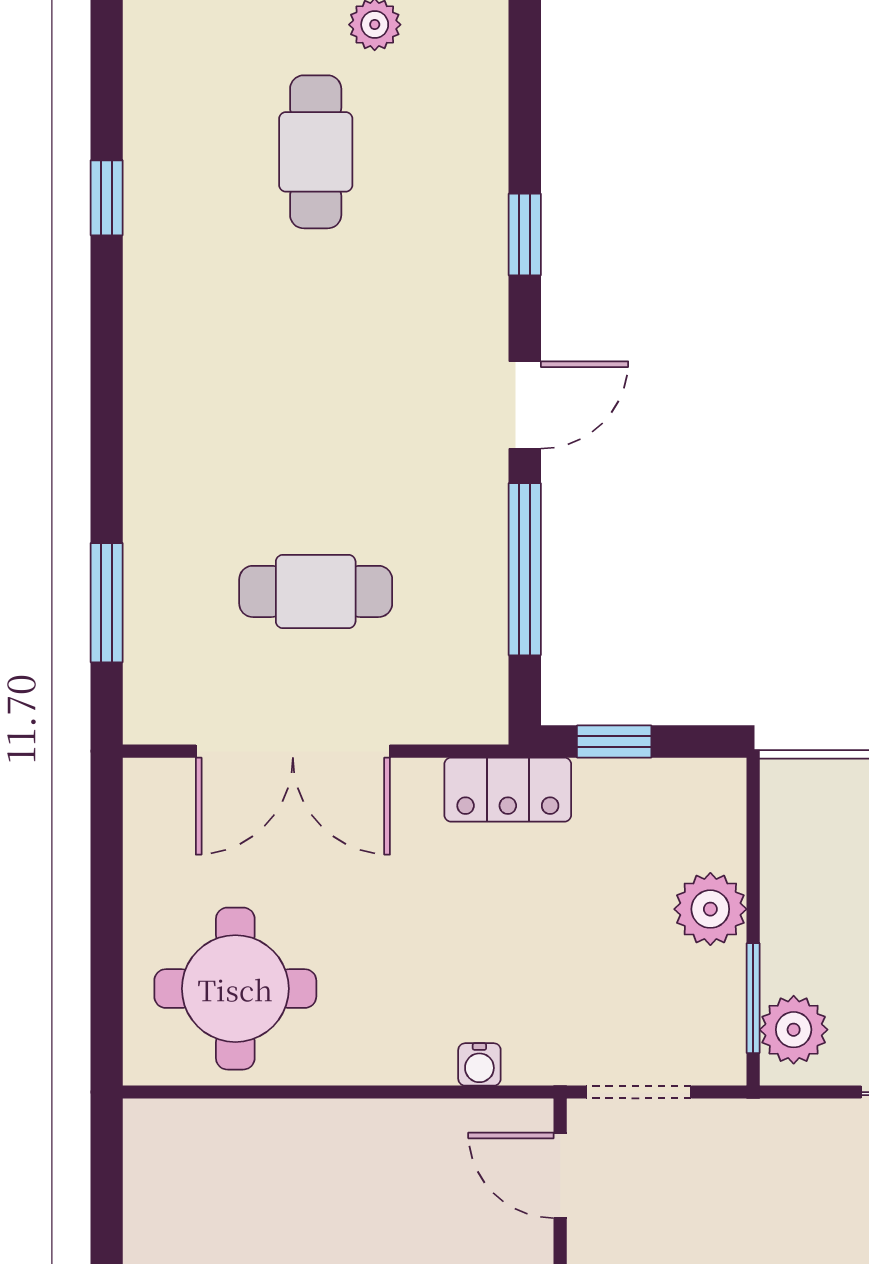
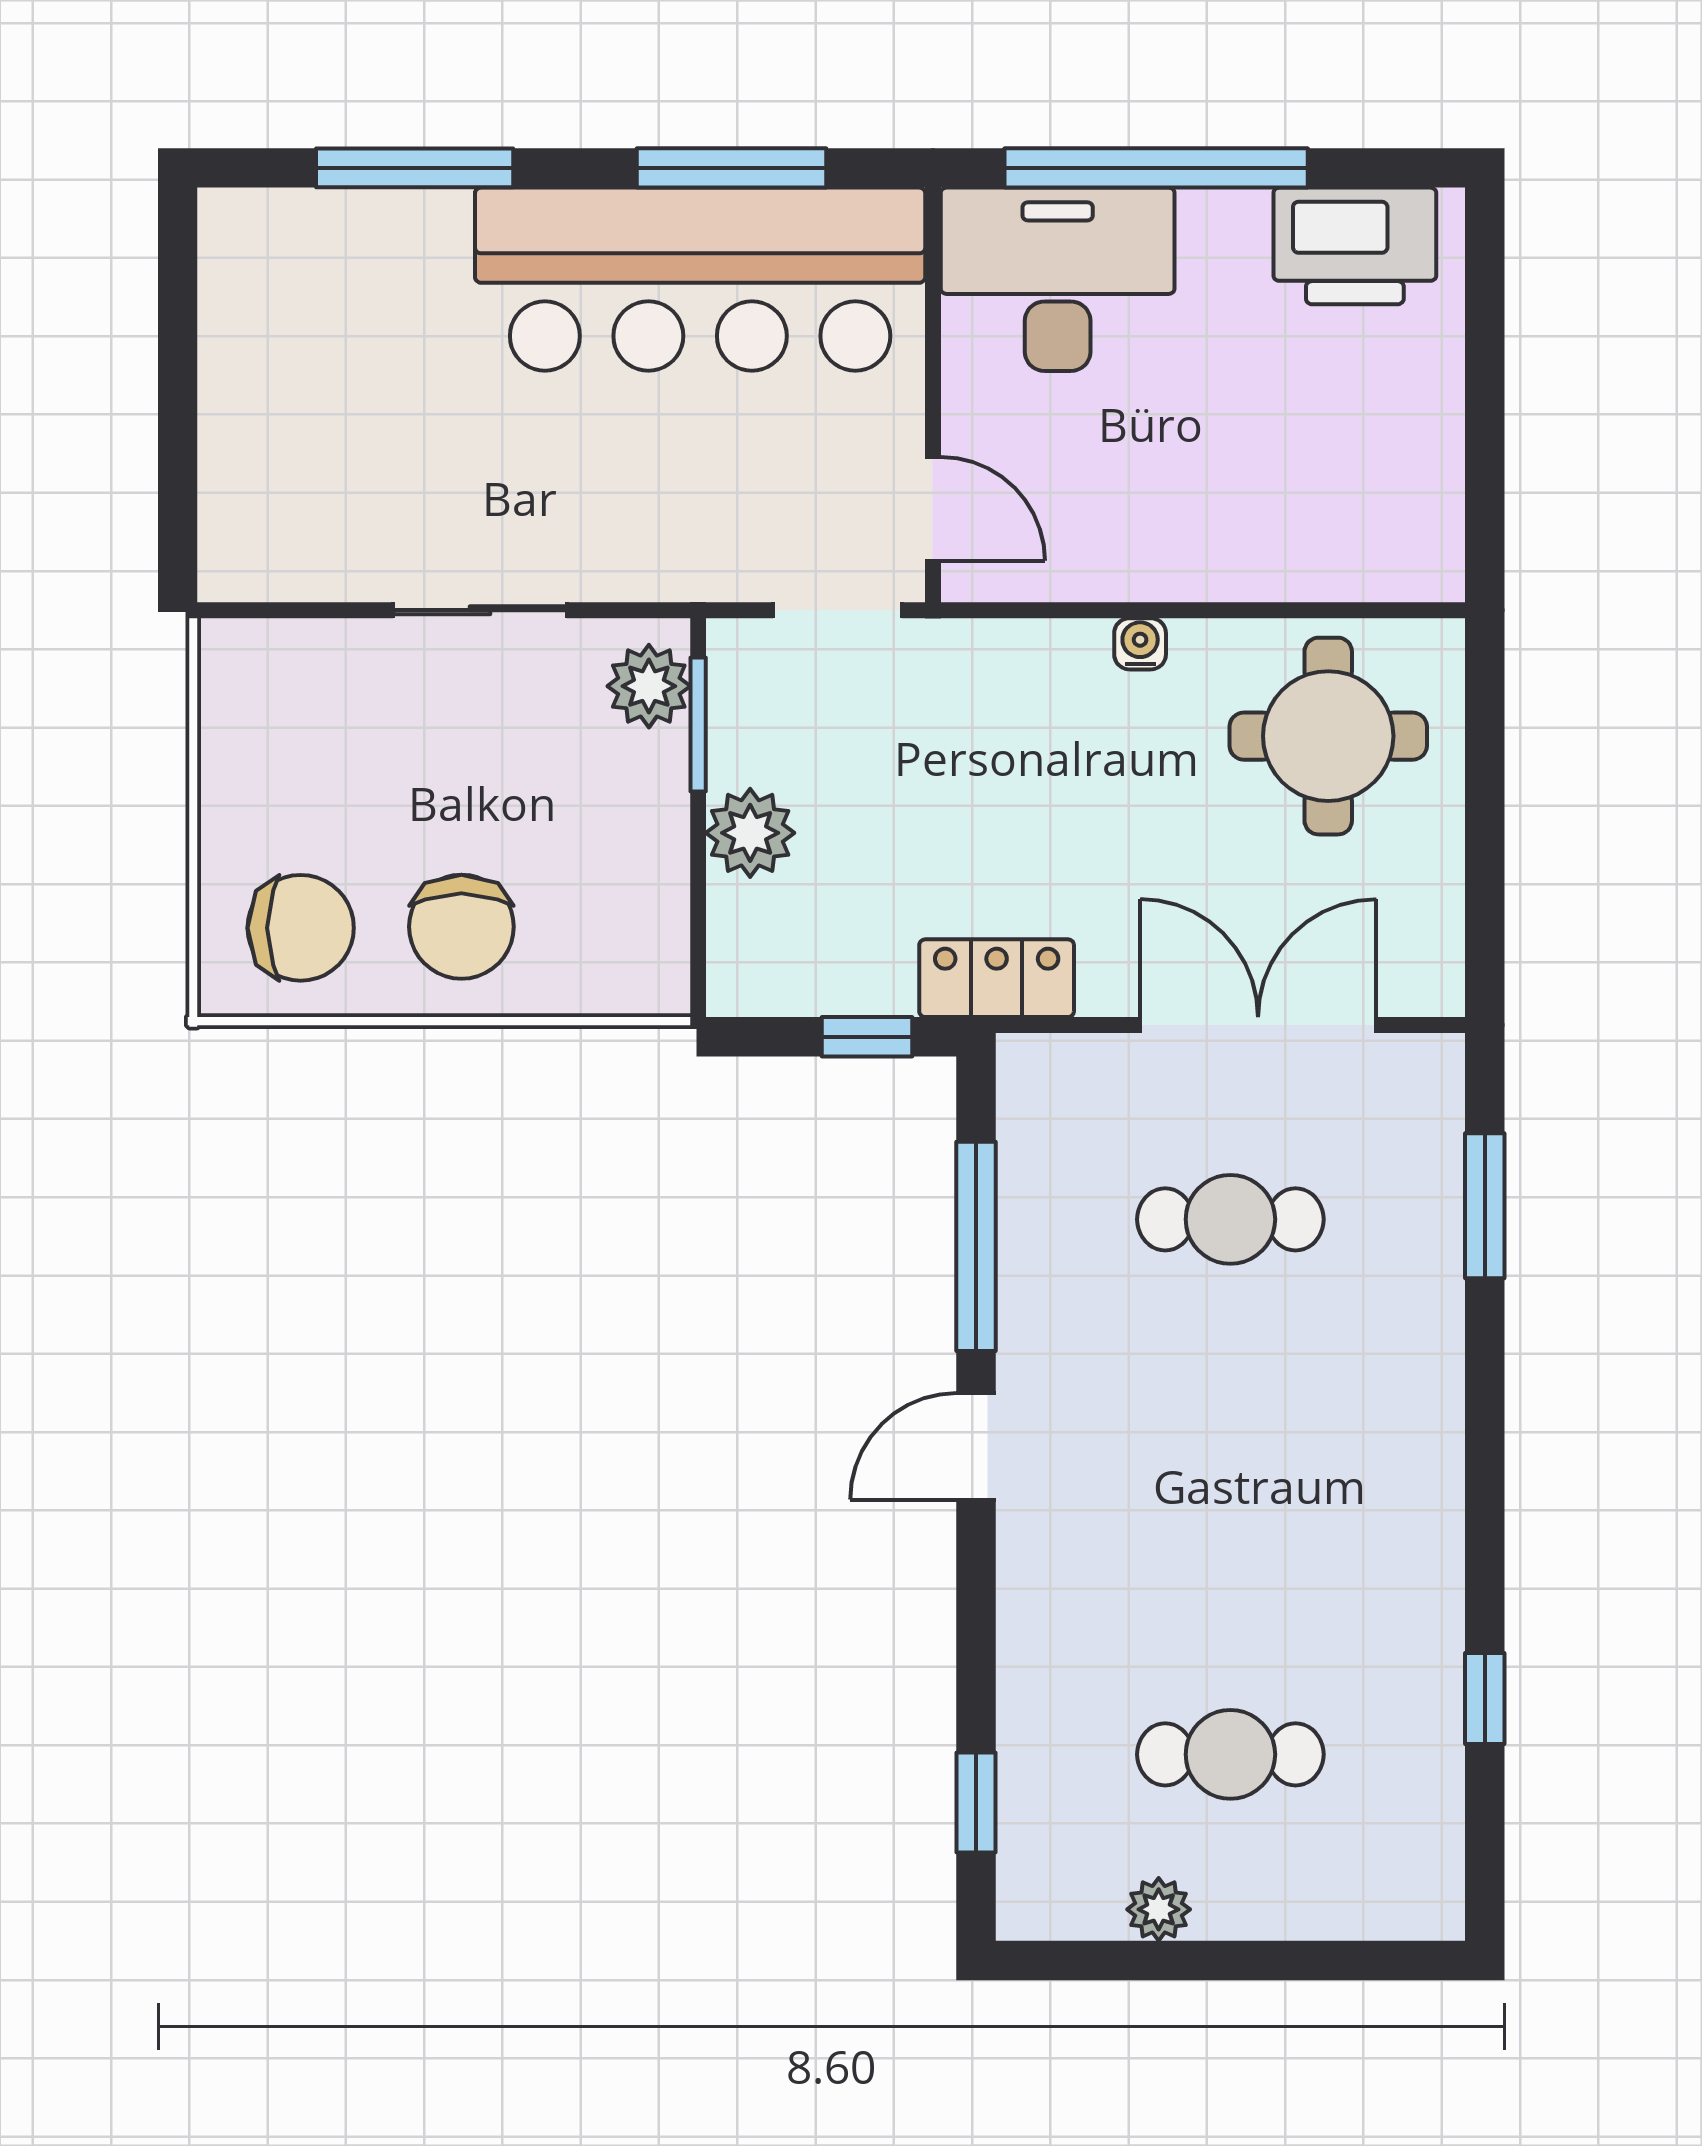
cafe table: (316, 152) -> (1230, 1754), turned 90
window: (525, 235) -> (976, 1802), moved
water cooler: (479, 1064) -> (1140, 644), moved

